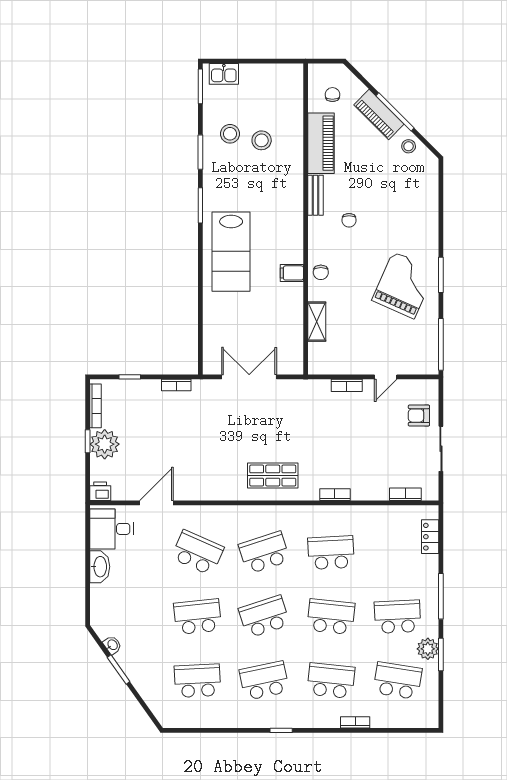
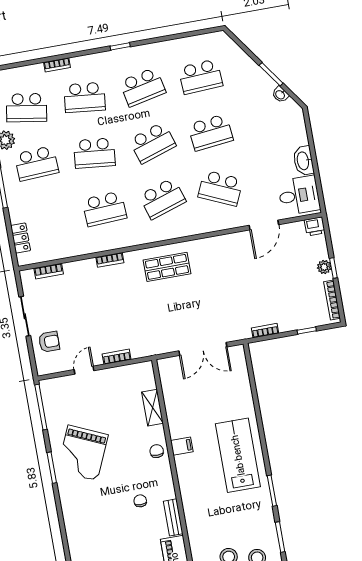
plant: (105, 444) -> (324, 267), width x0.53, depth x0.53

